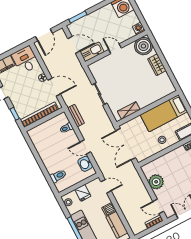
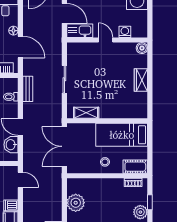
washing machine: (139, 29) -> (125, 32), moved
boiler: (143, 46) -> (142, 48), width x0.54, depth x0.54

